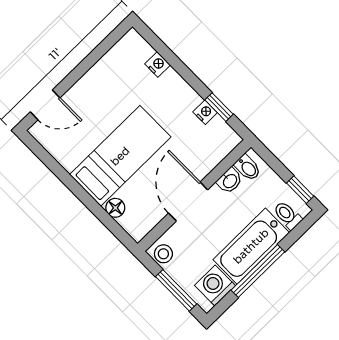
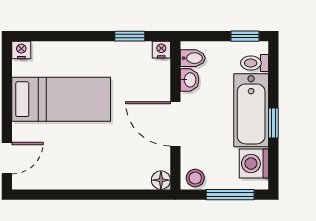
nightstand: (158, 64) -> (21, 50), moved
nightstand: (205, 112) -> (161, 50), moved
bed: (120, 156) -> (61, 99), moved, turned 90
floor lamp: (115, 208) -> (161, 180), moved
window: (258, 271) -> (273, 123), width x0.46

